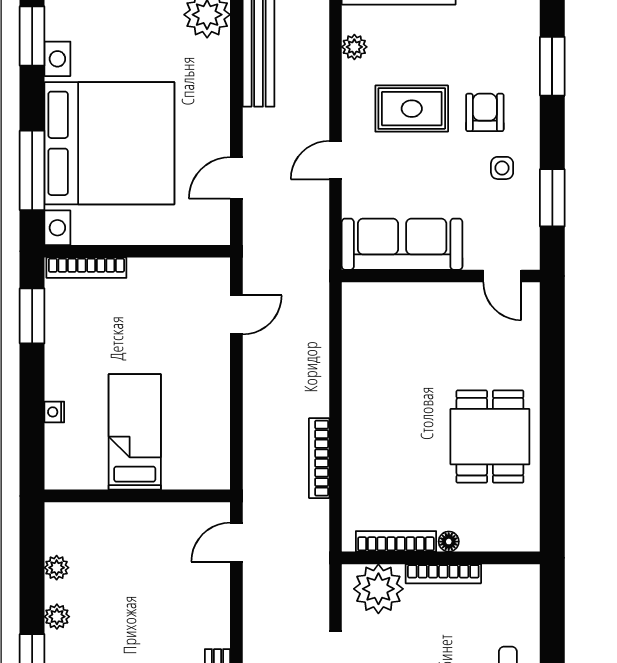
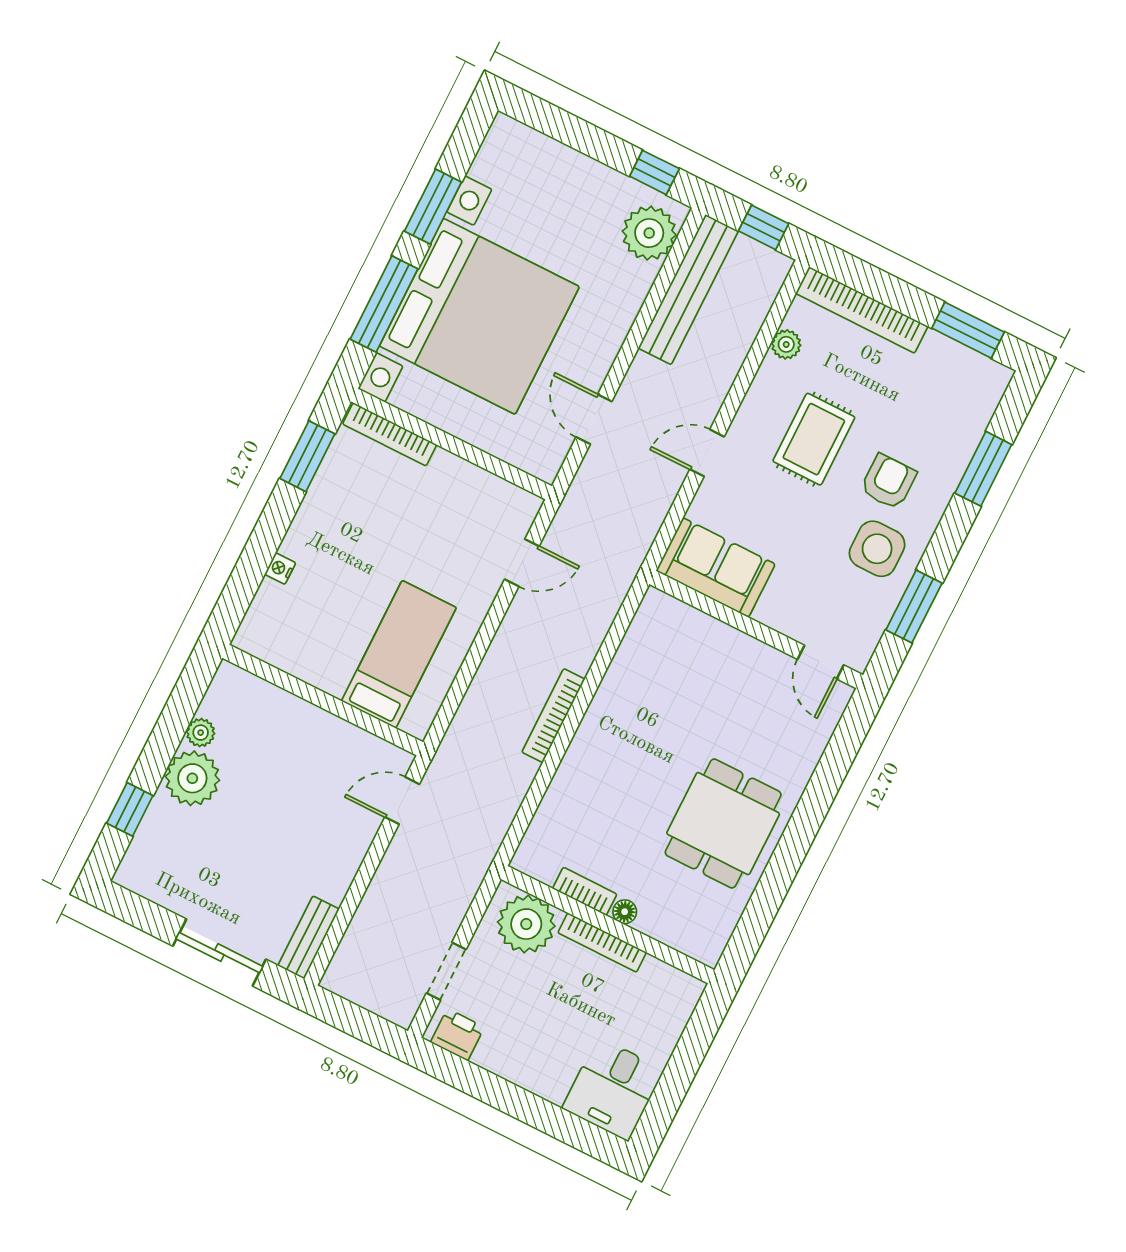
window: (32, 36) -> (433, 207), moved
rug: (412, 109) -> (814, 439), turned 90
side table: (502, 168) -> (877, 549), width x1.87, depth x1.87
door: (236, 178) -> (594, 419), hinge flipped
sofa: (402, 244) -> (716, 568), width x0.73
bed: (135, 432) -> (399, 654), moved
bookcase: (319, 458) -> (553, 716), moved
bookcase: (396, 541) -> (585, 891), width x0.64
plant: (57, 617) -> (192, 778), width x1.87, depth x1.87

